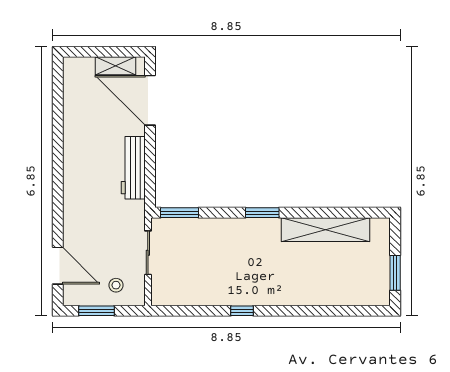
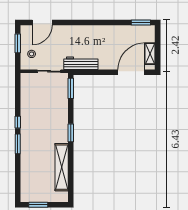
window: (58, 83) -> (141, 22), added
workbench: (133, 168) -> (81, 63), moved
window: (283, 311) -> (18, 144), added

